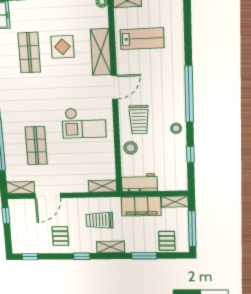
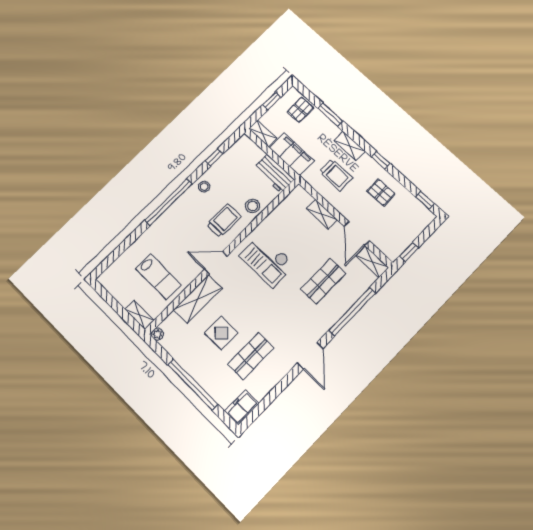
lab bench: (142, 39) -> (158, 277), turned 180
checkout: (84, 123) -> (267, 260), turned 180
shelving: (103, 186) -> (322, 214), moved
door: (48, 196) -> (357, 233), swing flipped
window: (192, 229) -> (272, 101), width x0.46
pallet: (60, 236) -> (381, 193), turned 90

